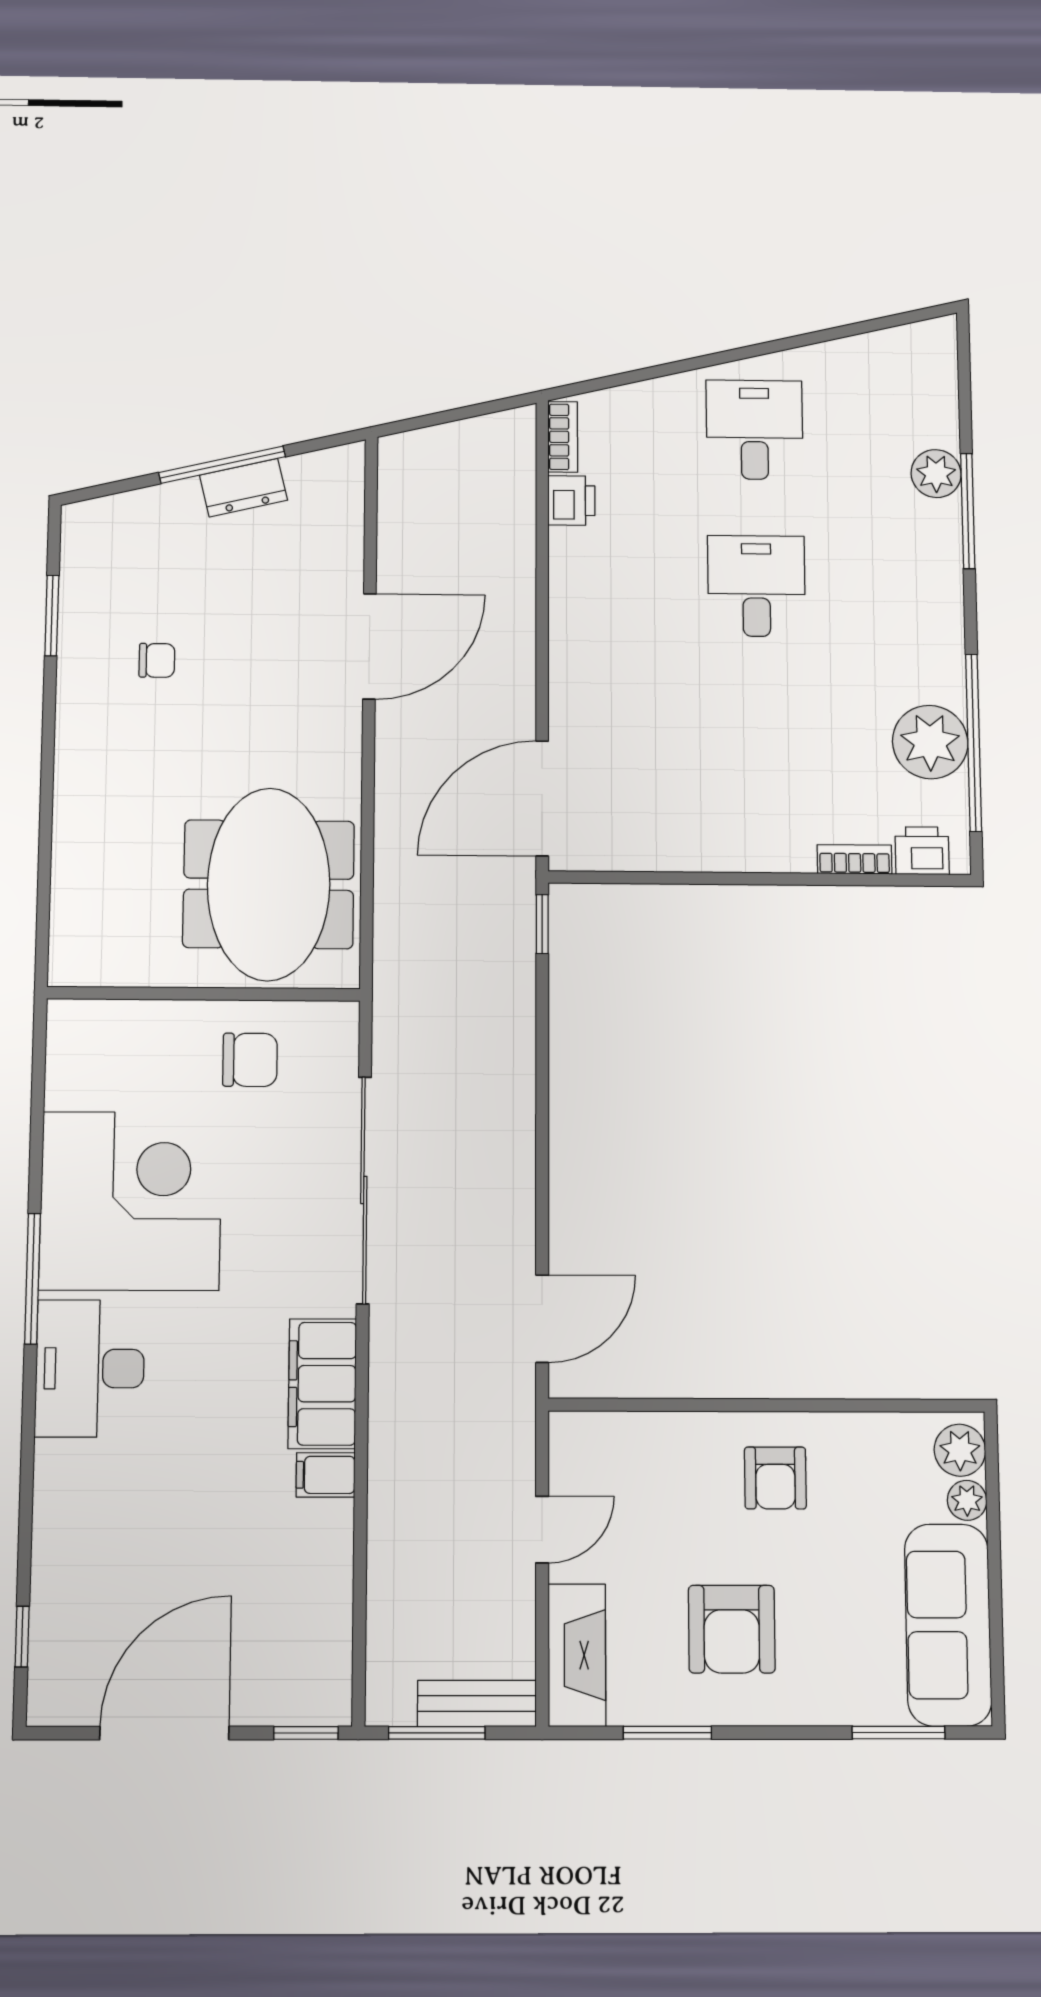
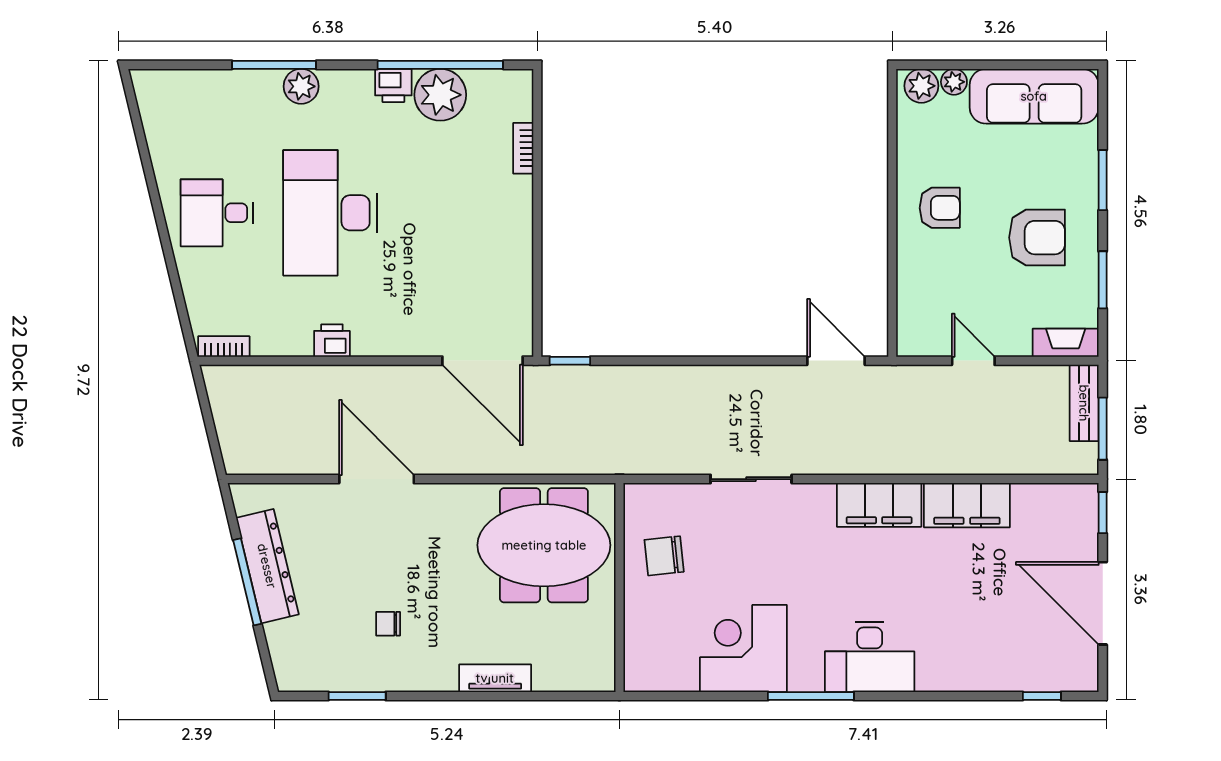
plant: (936, 474) -> (301, 86), moved
dresser: (244, 488) -> (267, 566), width x1.96, depth x1.24
printer: (571, 500) -> (332, 341), moved
desk: (756, 586) -> (330, 213), width x1.87, depth x1.30
chair: (157, 660) -> (388, 624), turned -90
tv unit: (72, 812) -> (495, 678), added
printer: (922, 851) -> (393, 85), moved, turned -90
chair: (250, 1060) -> (664, 556), turned -96
sliding door: (364, 1190) -> (751, 479), width x0.54
corner desk: (131, 1201) -> (743, 648), width x0.74, depth x0.74
filing cabinet: (326, 1475) -> (967, 505), width x3.00, depth x1.17
fireplace: (577, 1655) -> (1066, 343), width x0.73, depth x0.76
window: (899, 1733) -> (1103, 180), moved

